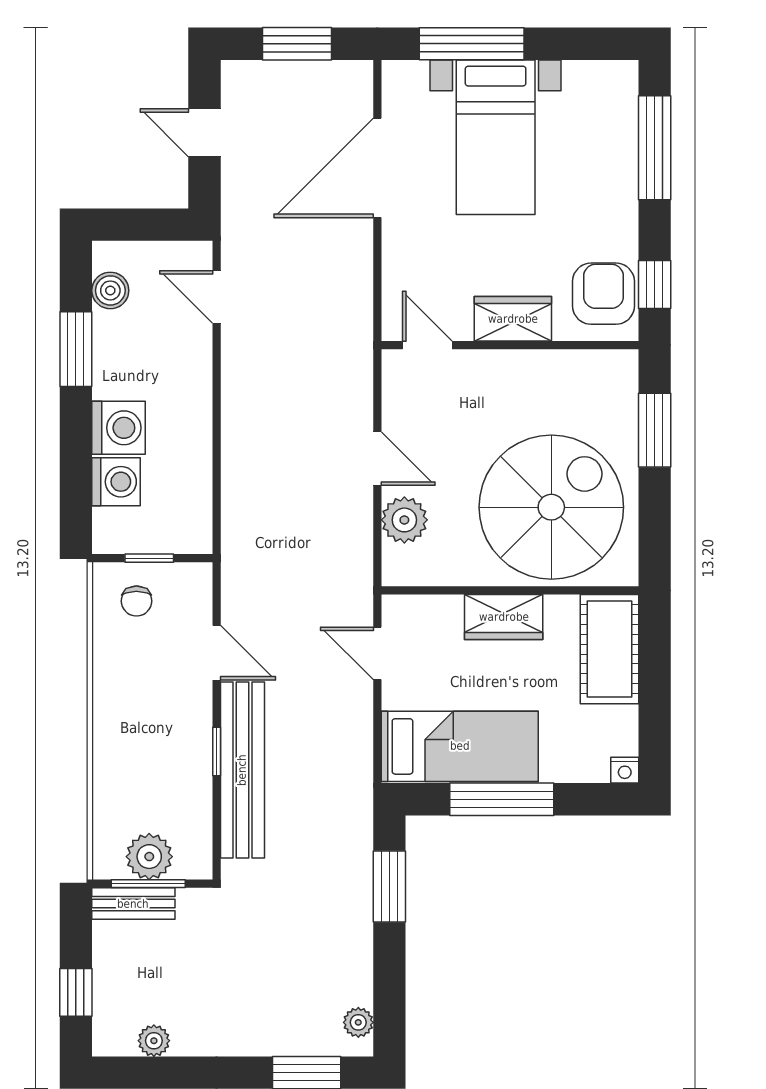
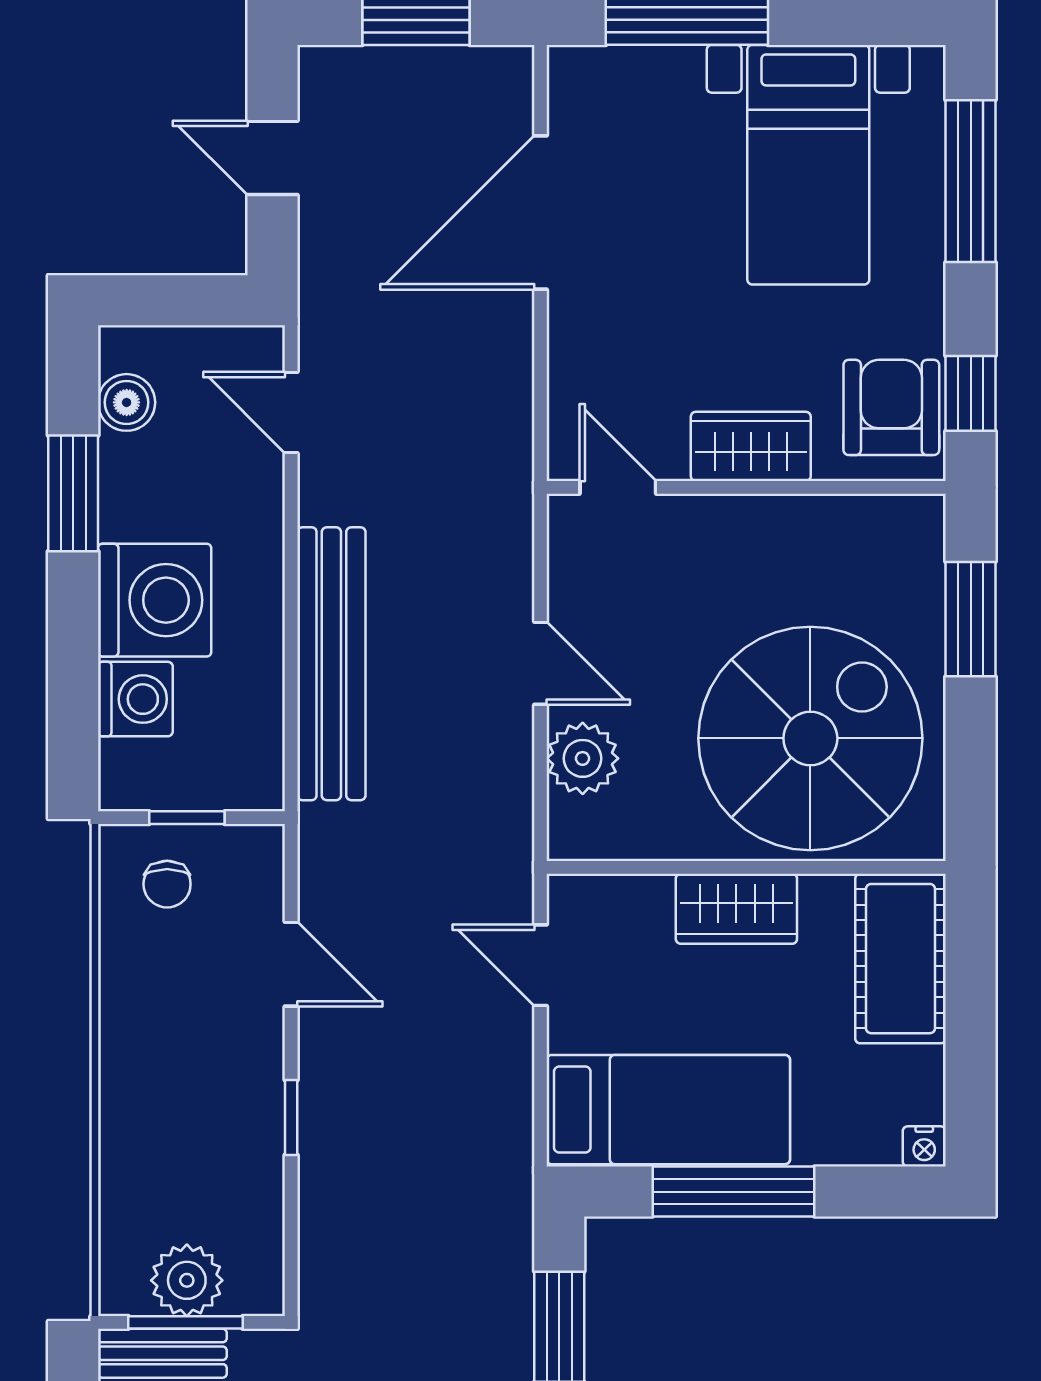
bed with nightstands: (496, 137) -> (808, 165), moved
washing machine: (119, 428) -> (155, 600), width x1.37, depth x1.37
bench: (242, 770) -> (331, 664), moved

